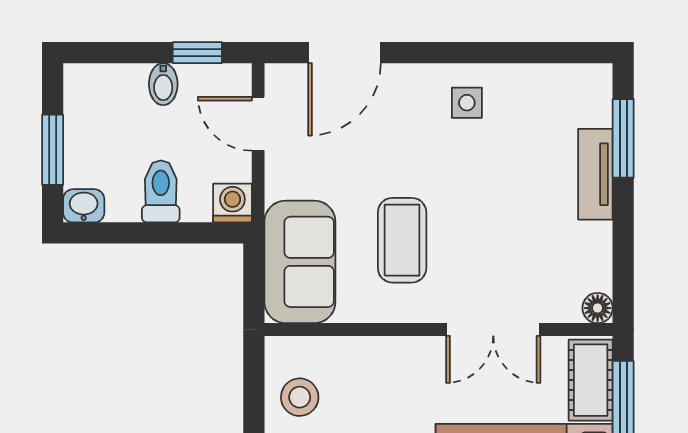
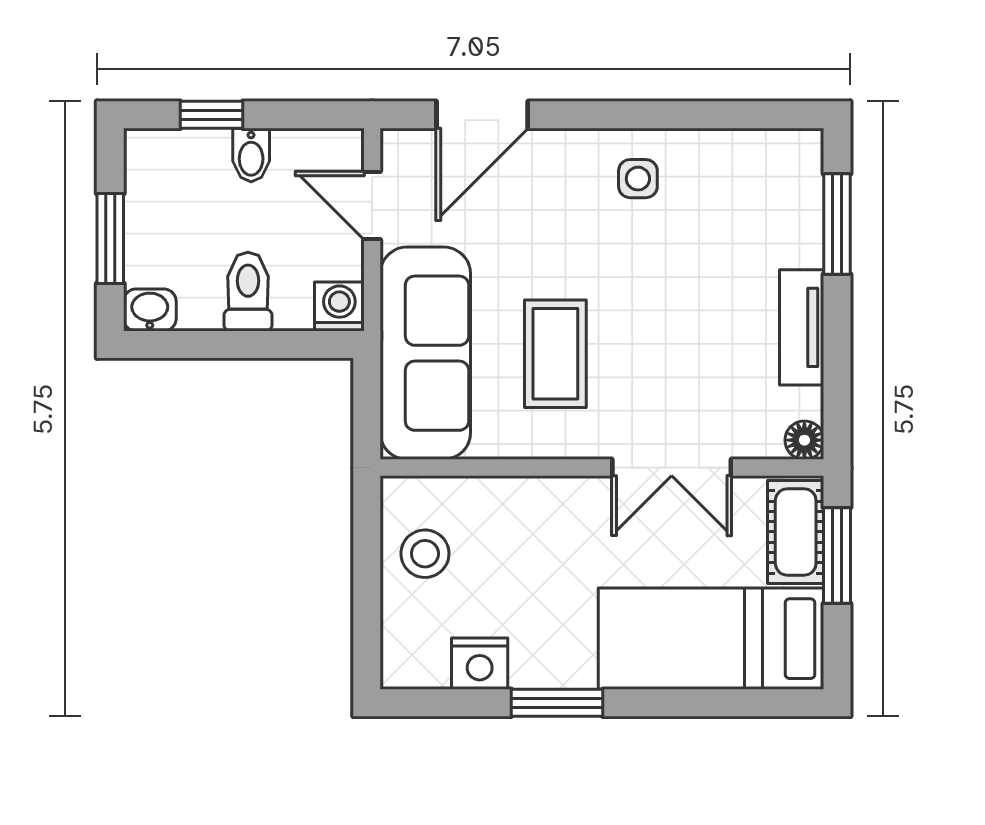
window: (197, 53) -> (212, 115), moved
tv unit: (595, 174) -> (802, 327), moved
sofa: (300, 262) -> (425, 353), width x1.36

